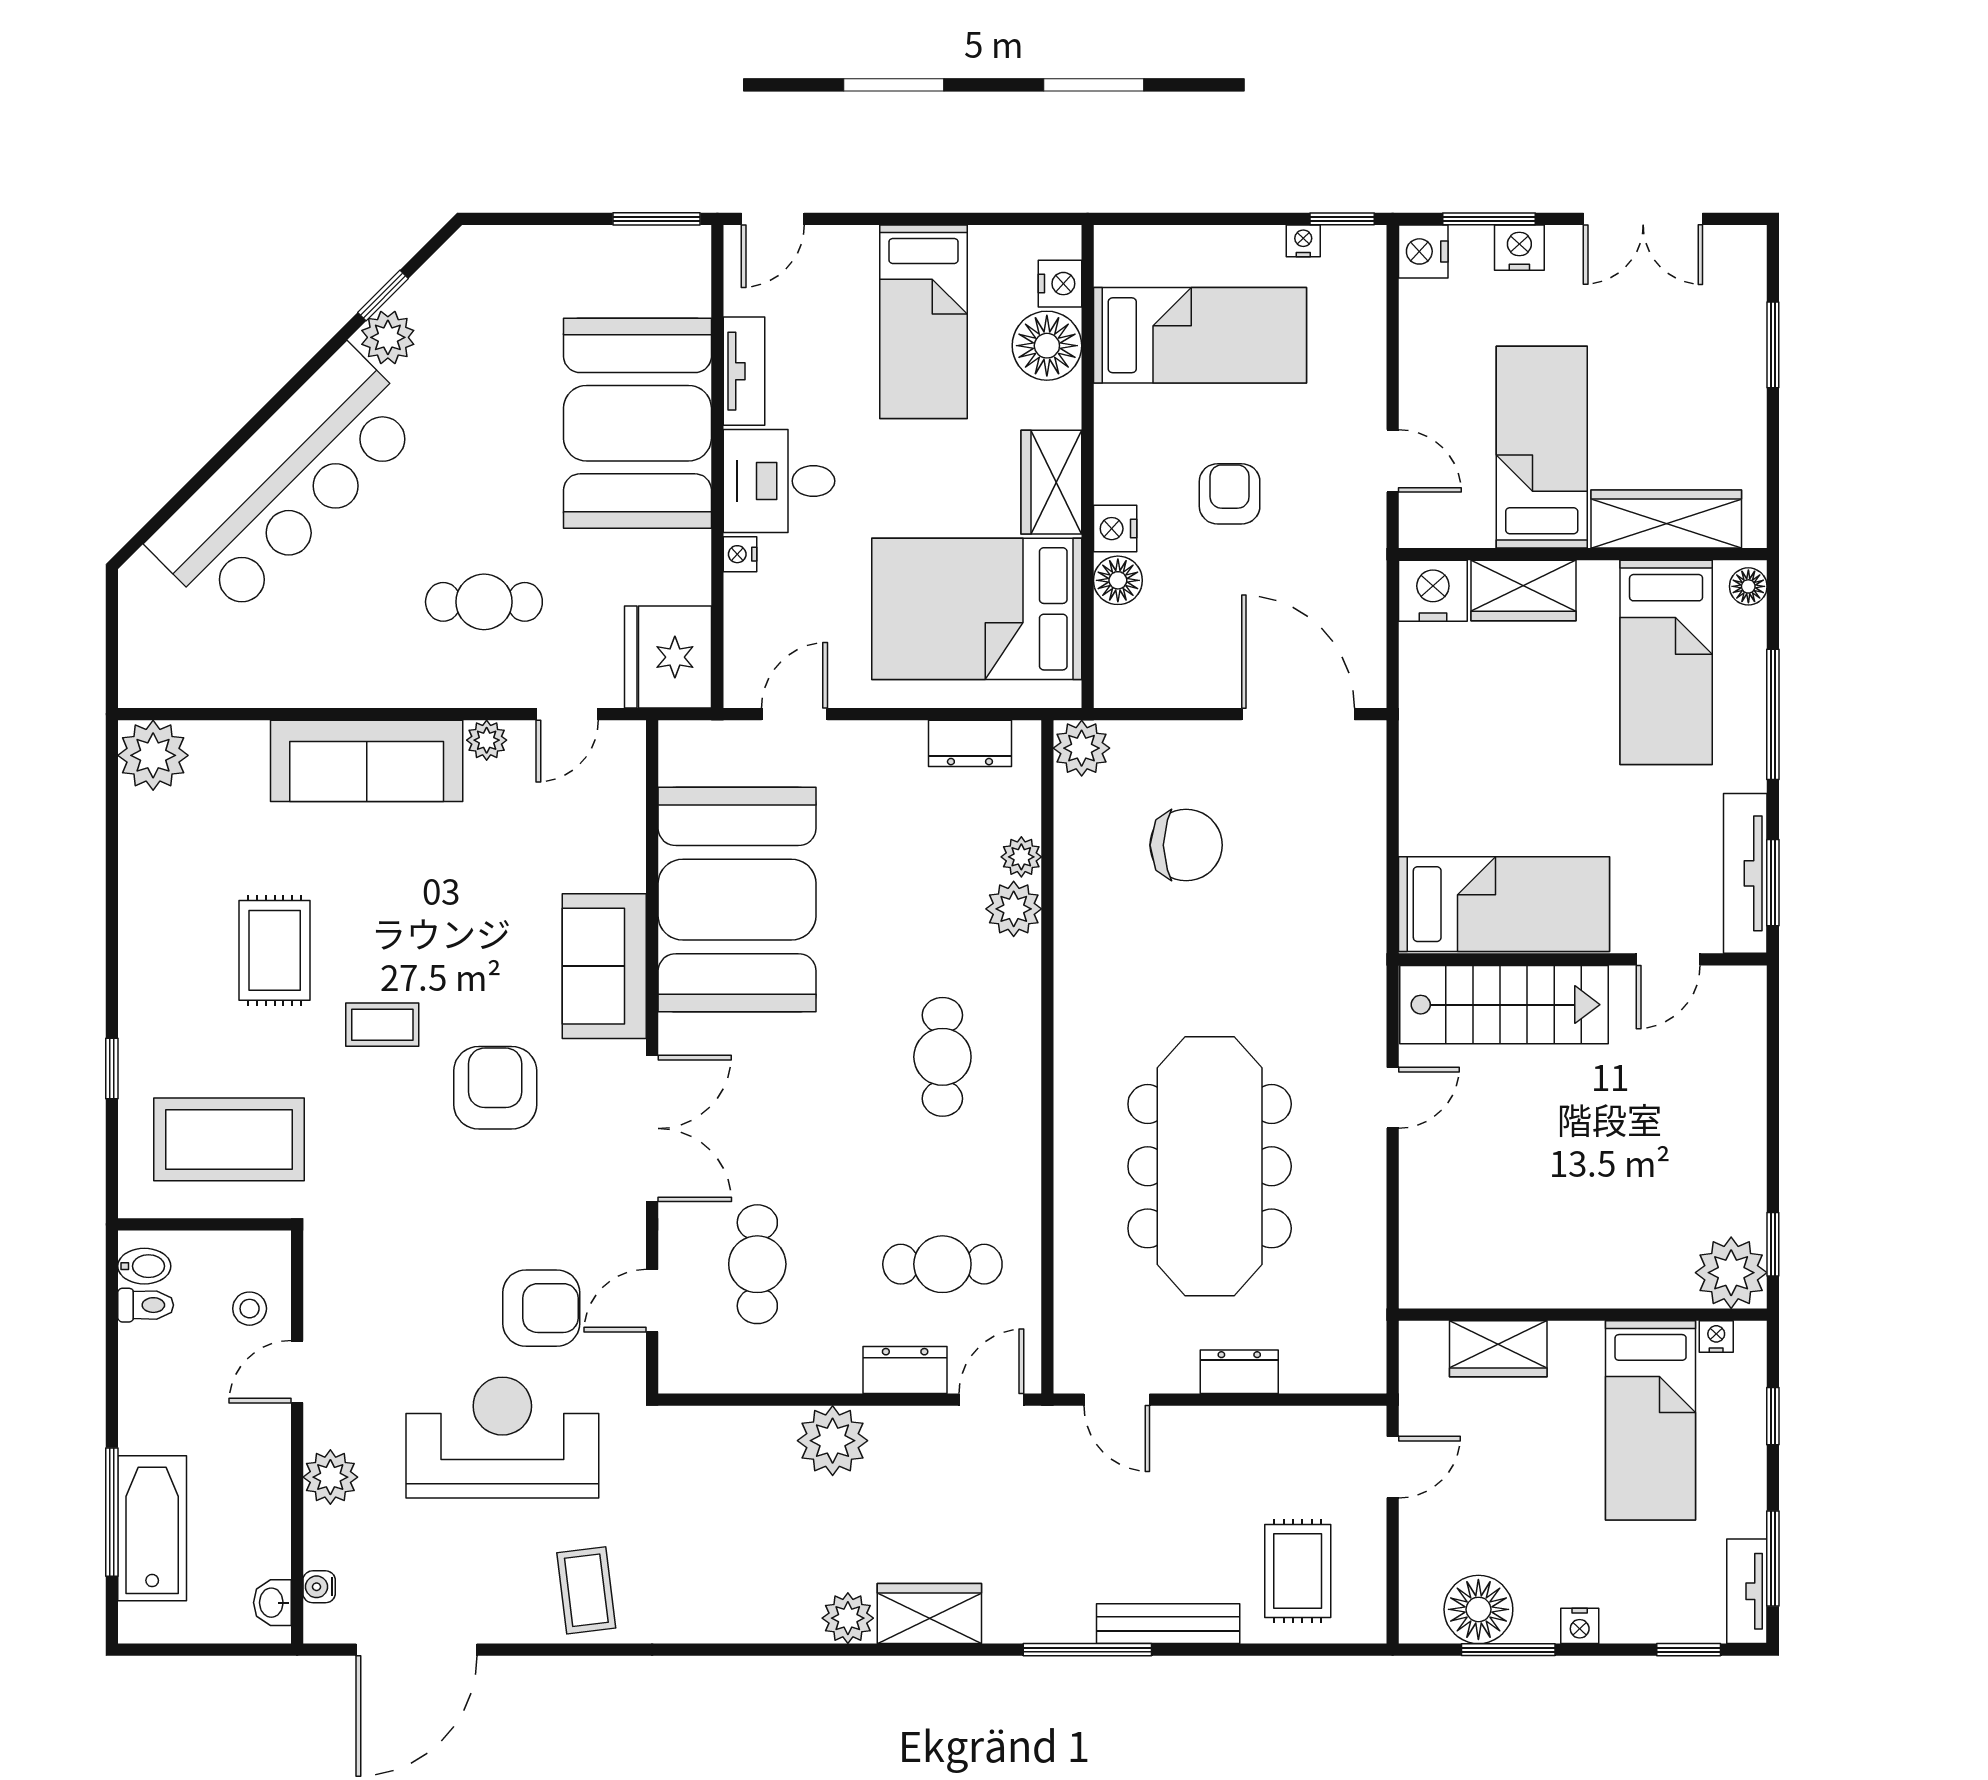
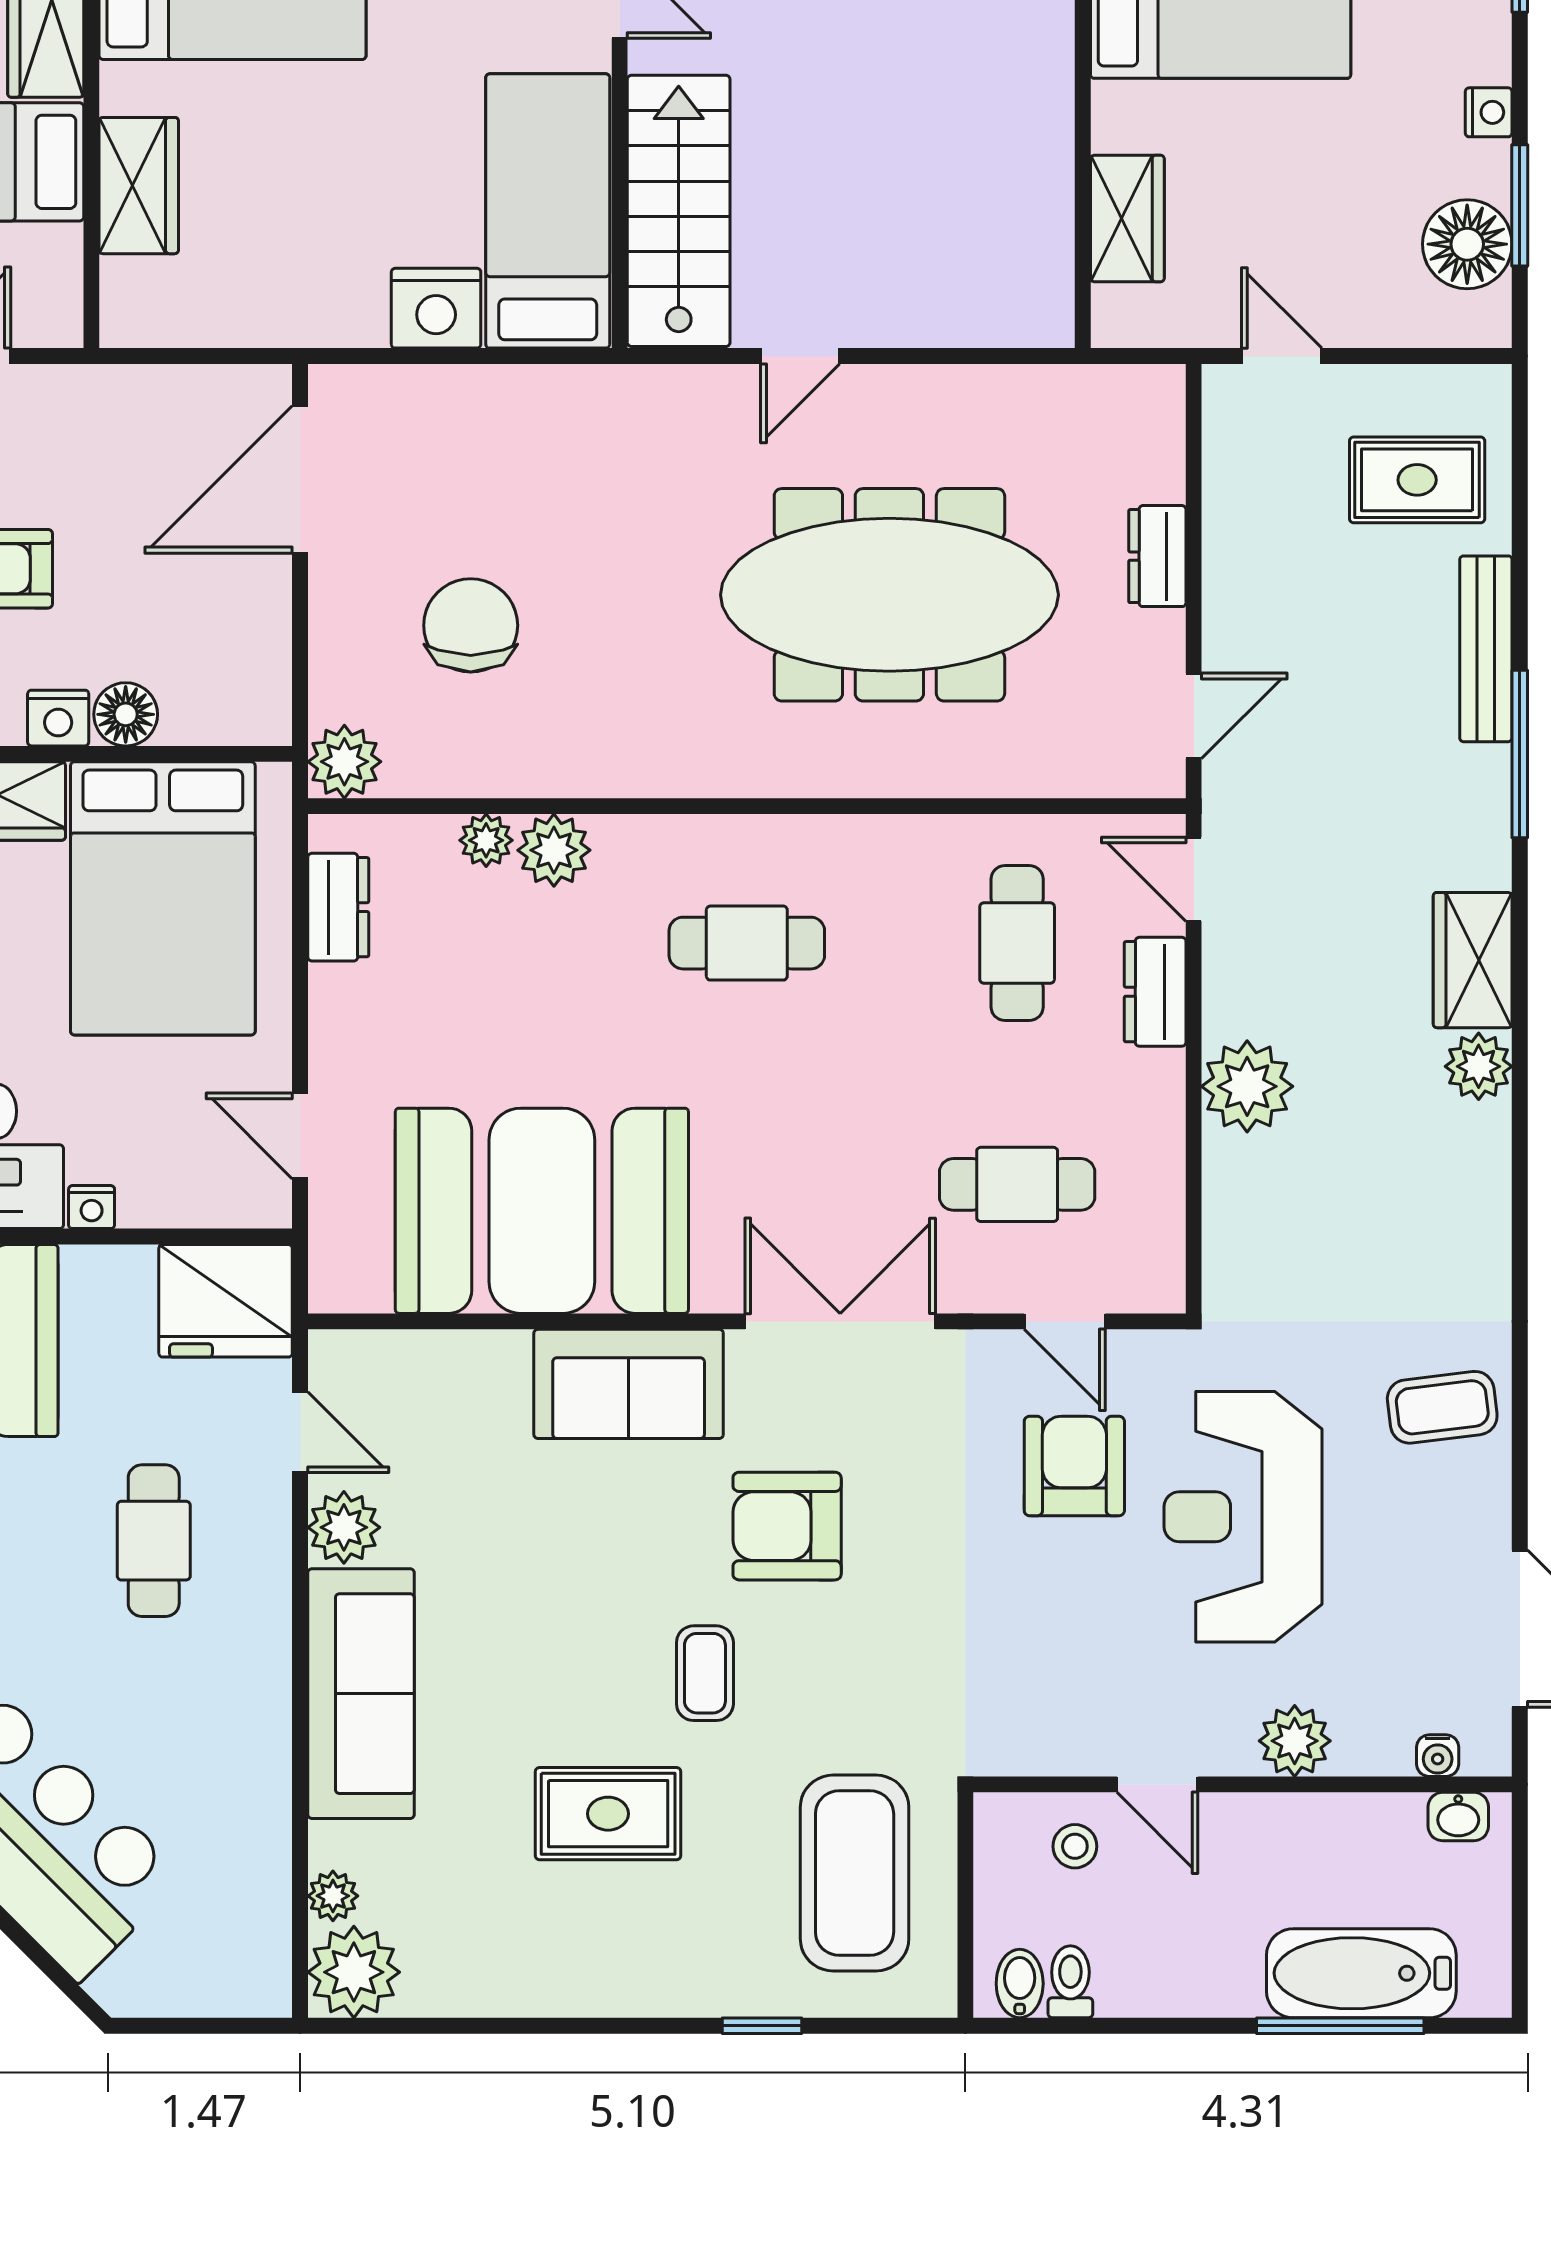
nightstand: (1433, 591) -> (436, 308), moved, turned -90
plant: (211, 739) -> (333, 1896), added
plant: (487, 740) -> (344, 1527), width x1.38, depth x1.38
door: (1393, 1098) -> (800, 356), swing flipped

